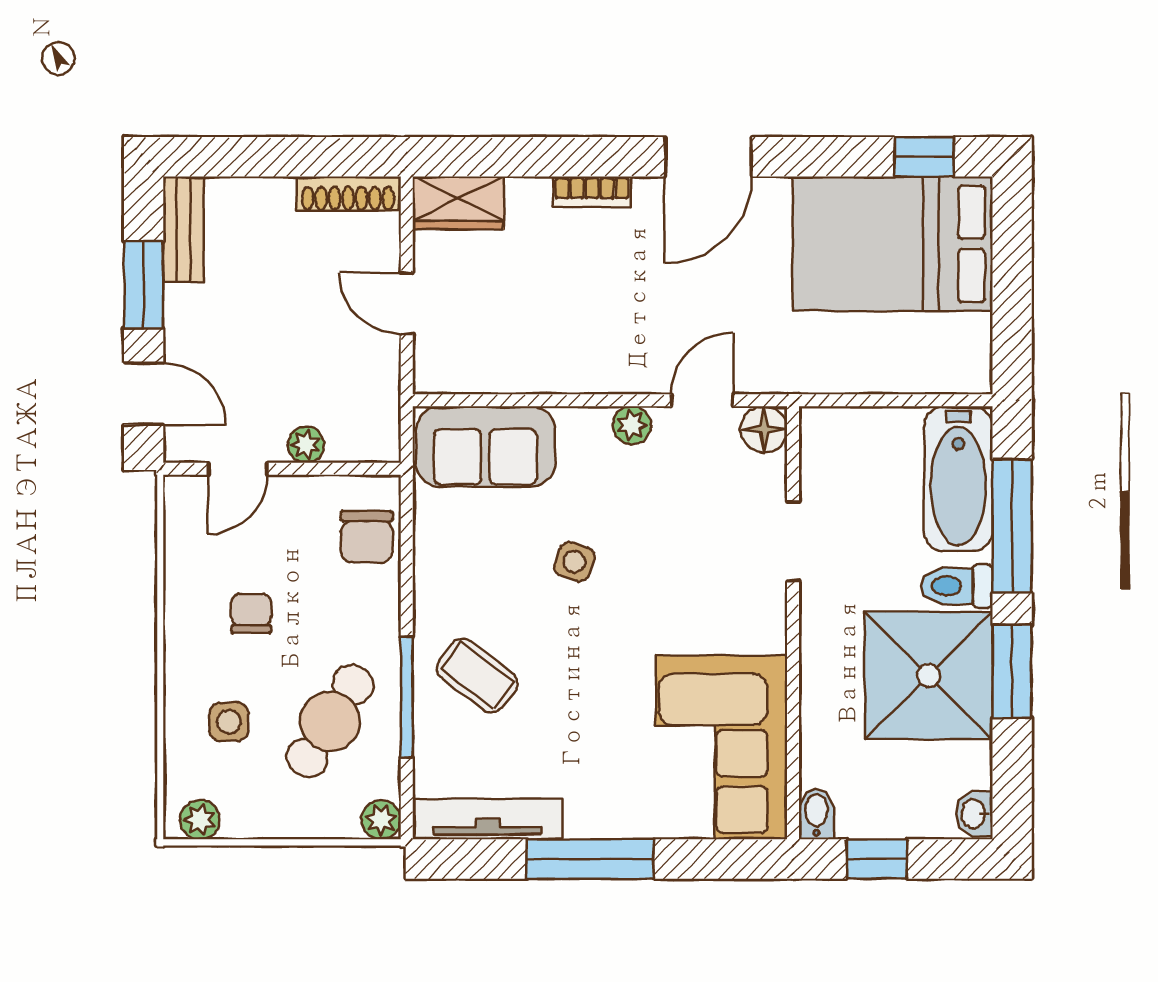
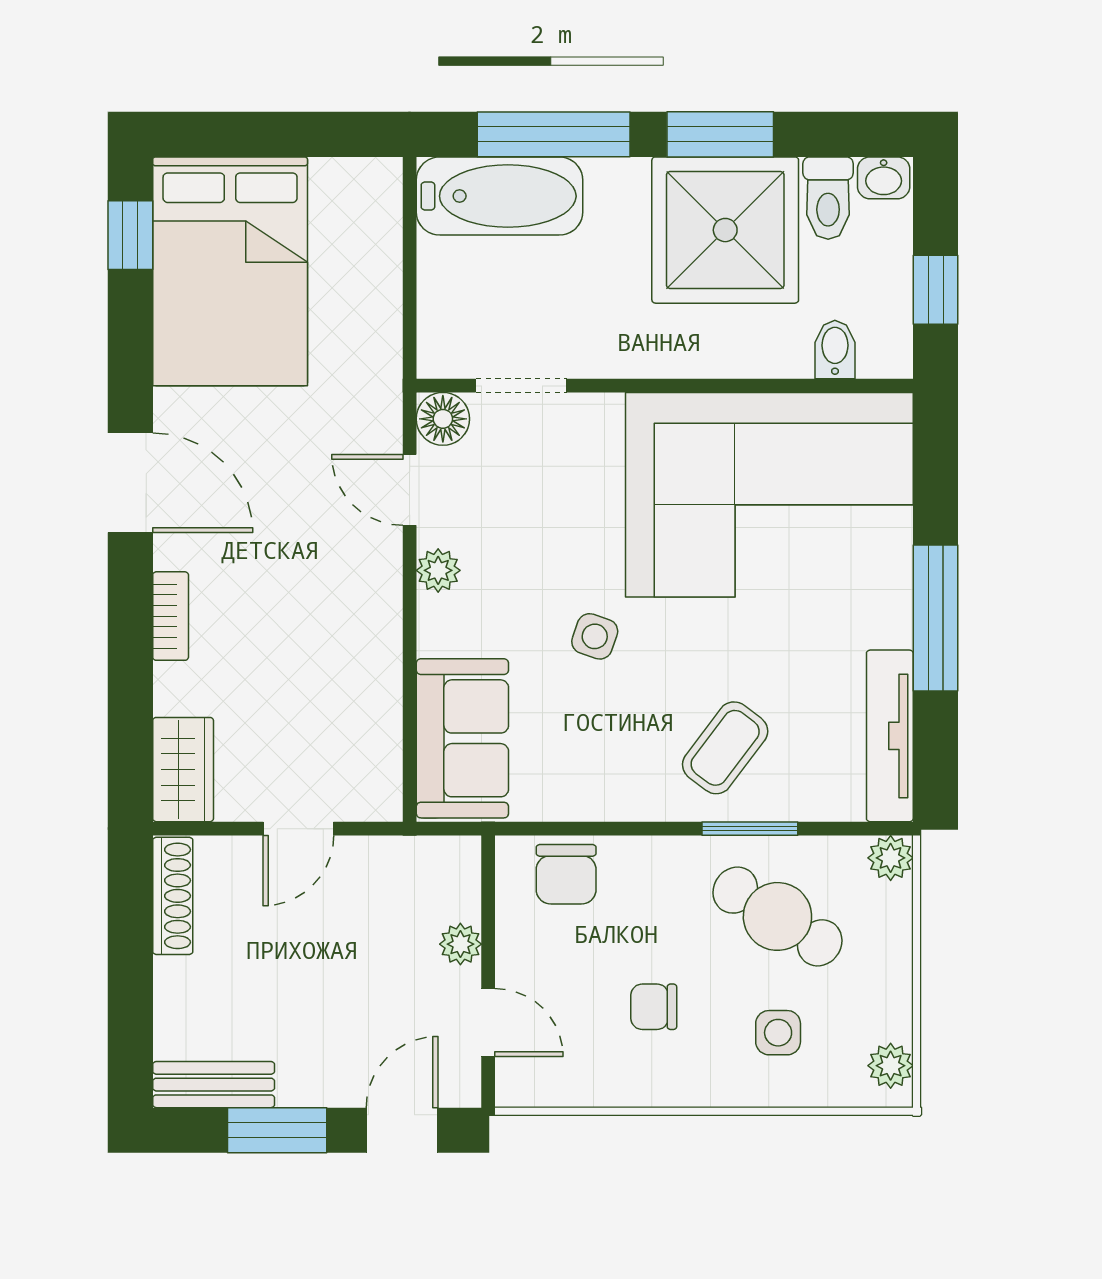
chair: (367, 537) -> (566, 874), turned 90
doorway: (793, 541) -> (521, 386), moved
toilet: (957, 586) -> (828, 198), moved
window: (407, 697) -> (750, 829), width x0.69
corner sofa: (721, 747) -> (769, 495), width x1.36, depth x1.36
bidet: (816, 814) -> (835, 349), moved, turned 90

